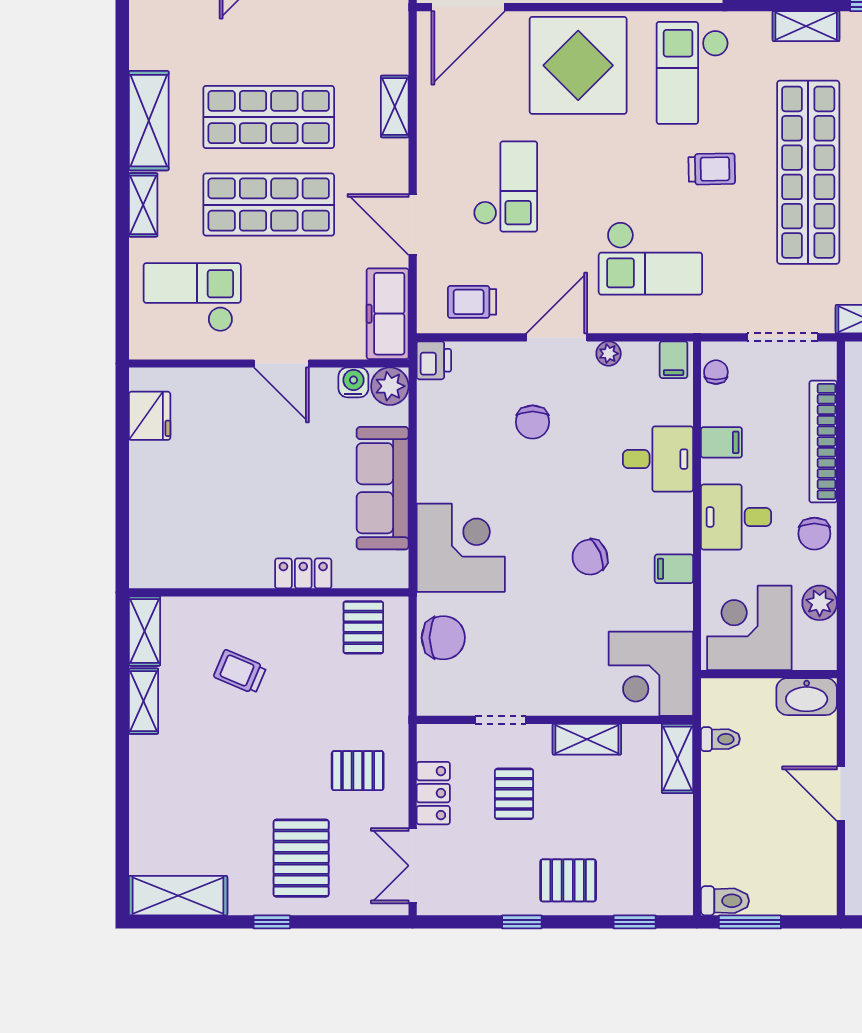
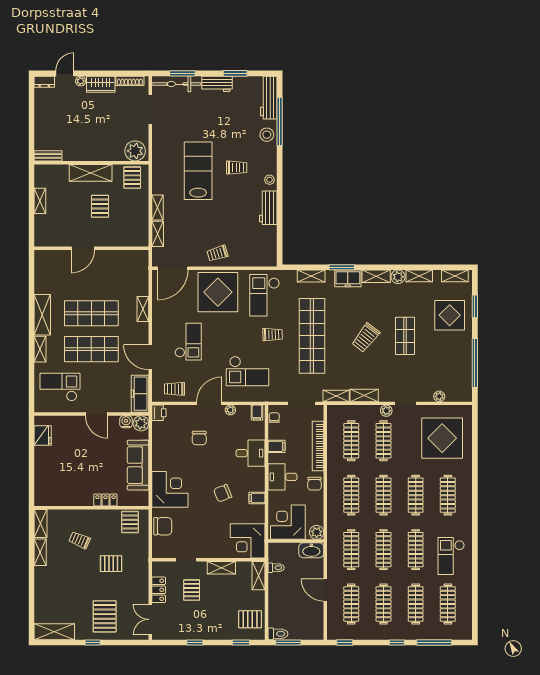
plant: (820, 603) -> (317, 532), moved
pallet: (358, 771) -> (111, 564), moved
pallet: (568, 880) -> (250, 619), moved

